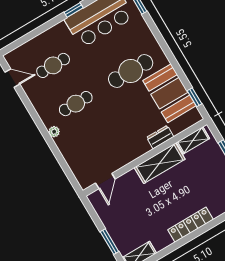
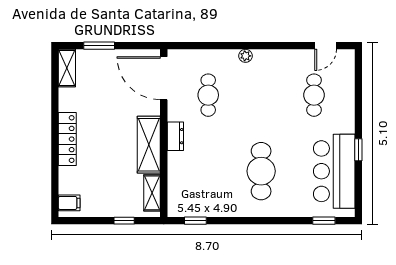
booth: (169, 93) -> (215, 197), removed
cafe table: (76, 104) -> (208, 95), moved
dresser: (160, 137) -> (175, 136), moved
door: (105, 181) -> (164, 78), width x1.87

